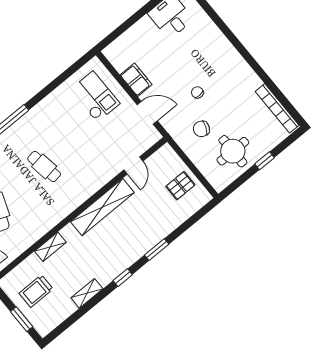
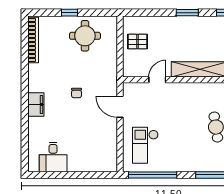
window: (66, 75) -> (153, 175), added
filing cabinet: (136, 80) -> (36, 104), moved, turned 180
chair: (201, 129) -> (93, 67), removed

